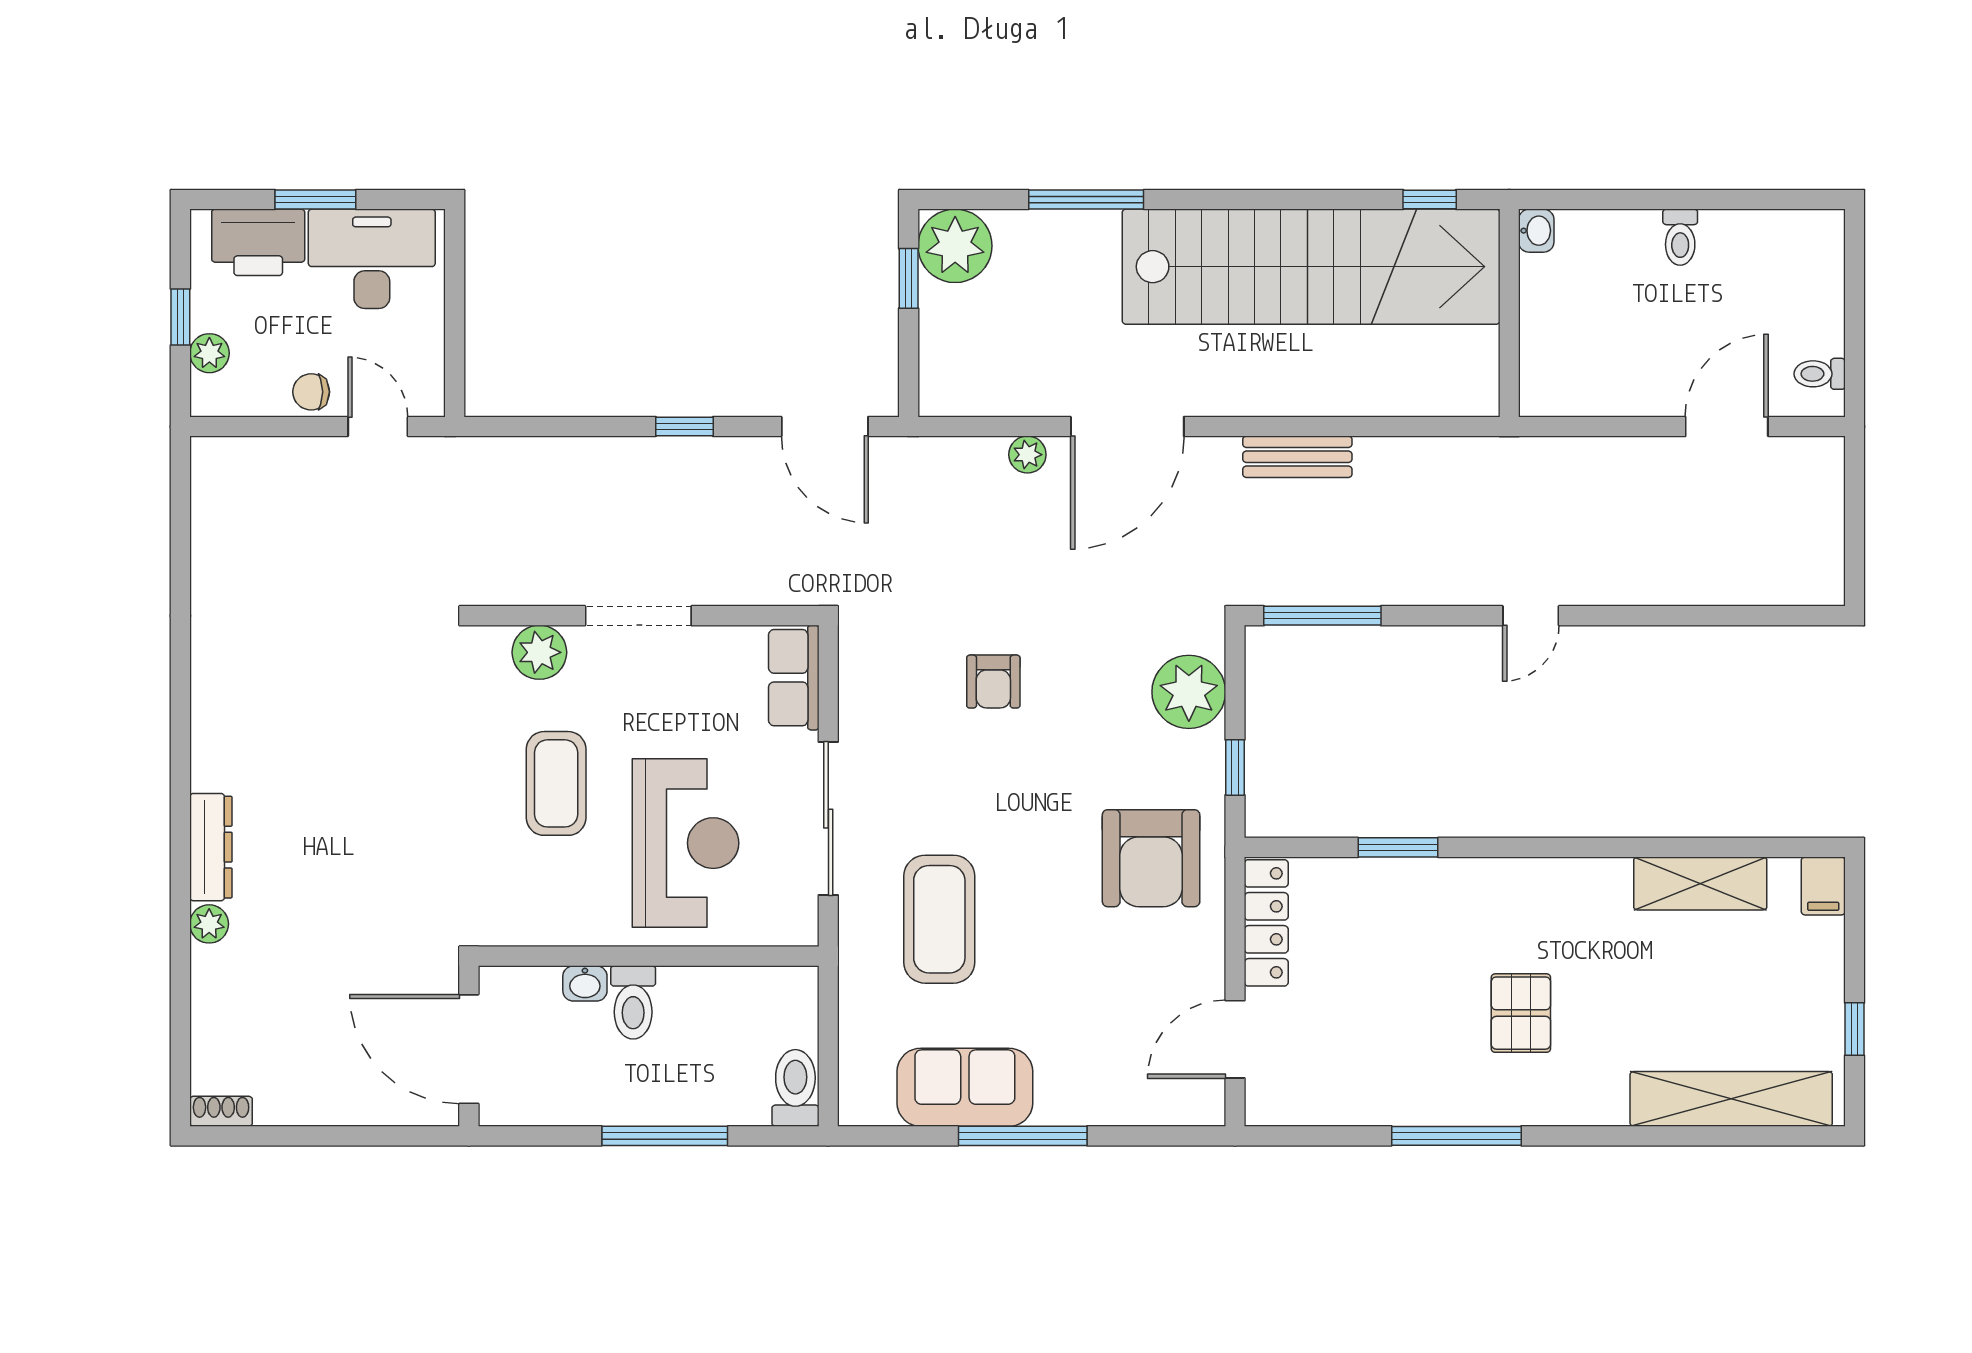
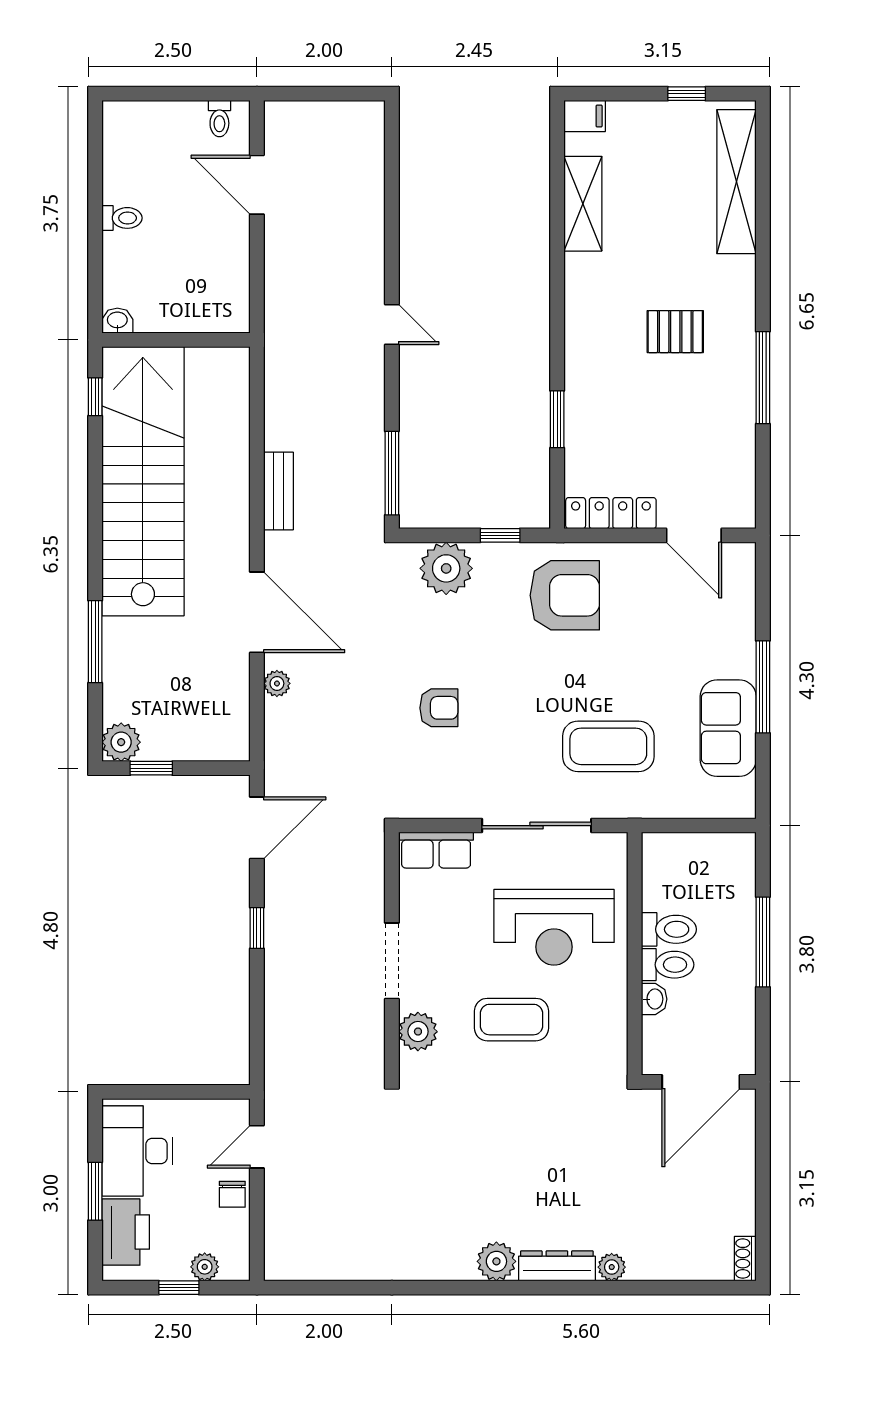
plant: (955, 246) -> (121, 742), width x0.73, depth x0.73
plant: (217, 762) -> (496, 1261), added
reception desk: (686, 843) -> (554, 927), turned 180
toilet: (795, 1088) -> (669, 929), moved, turned 180

